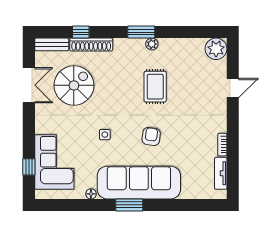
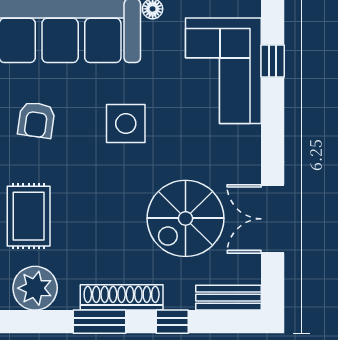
window: (141, 32) -> (99, 322), moved
plant: (152, 44) -> (35, 288), width x1.88, depth x1.88
shoe rack: (91, 45) -> (122, 297), moved
side table: (105, 135) -> (126, 124), width x1.87, depth x1.87

